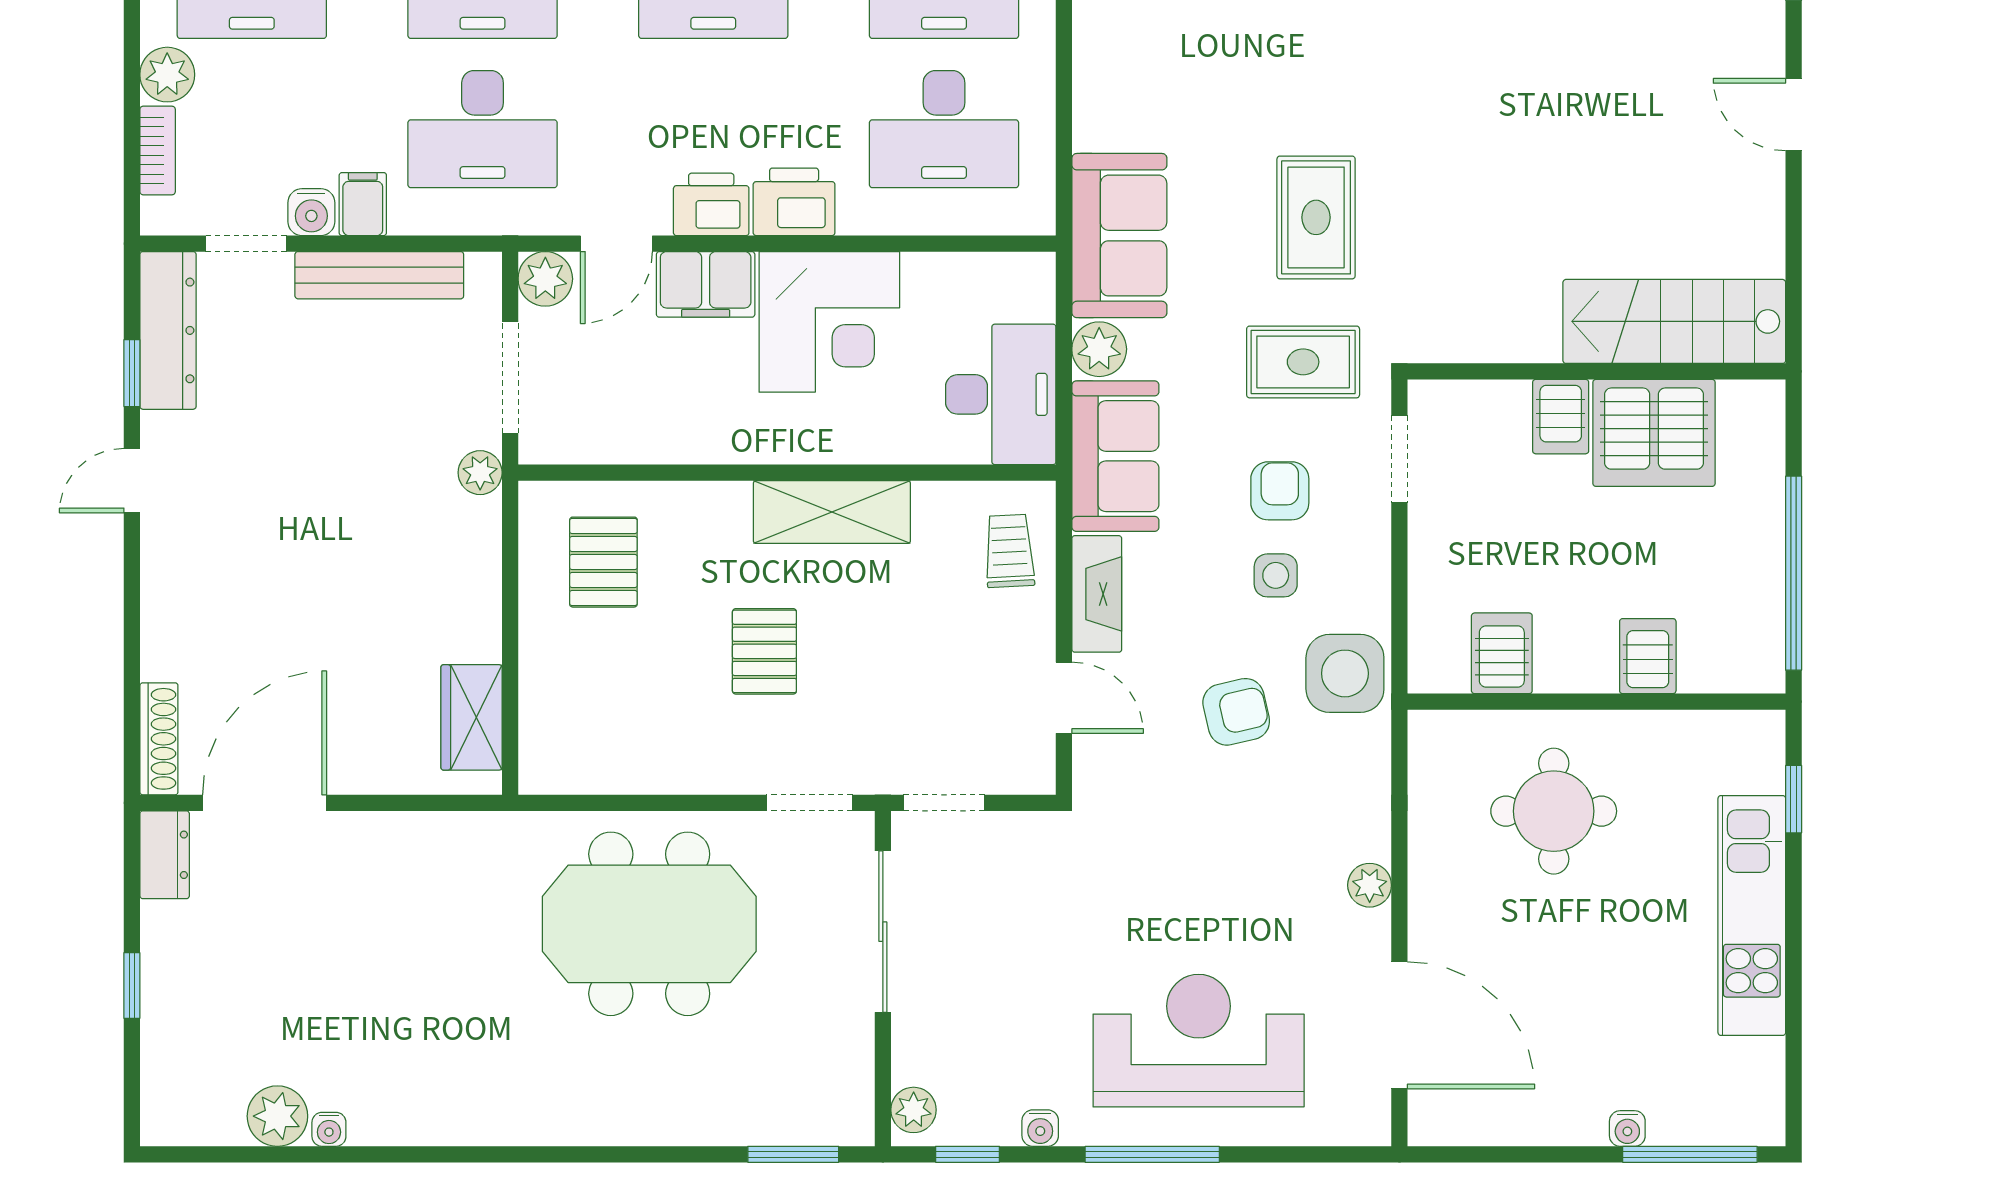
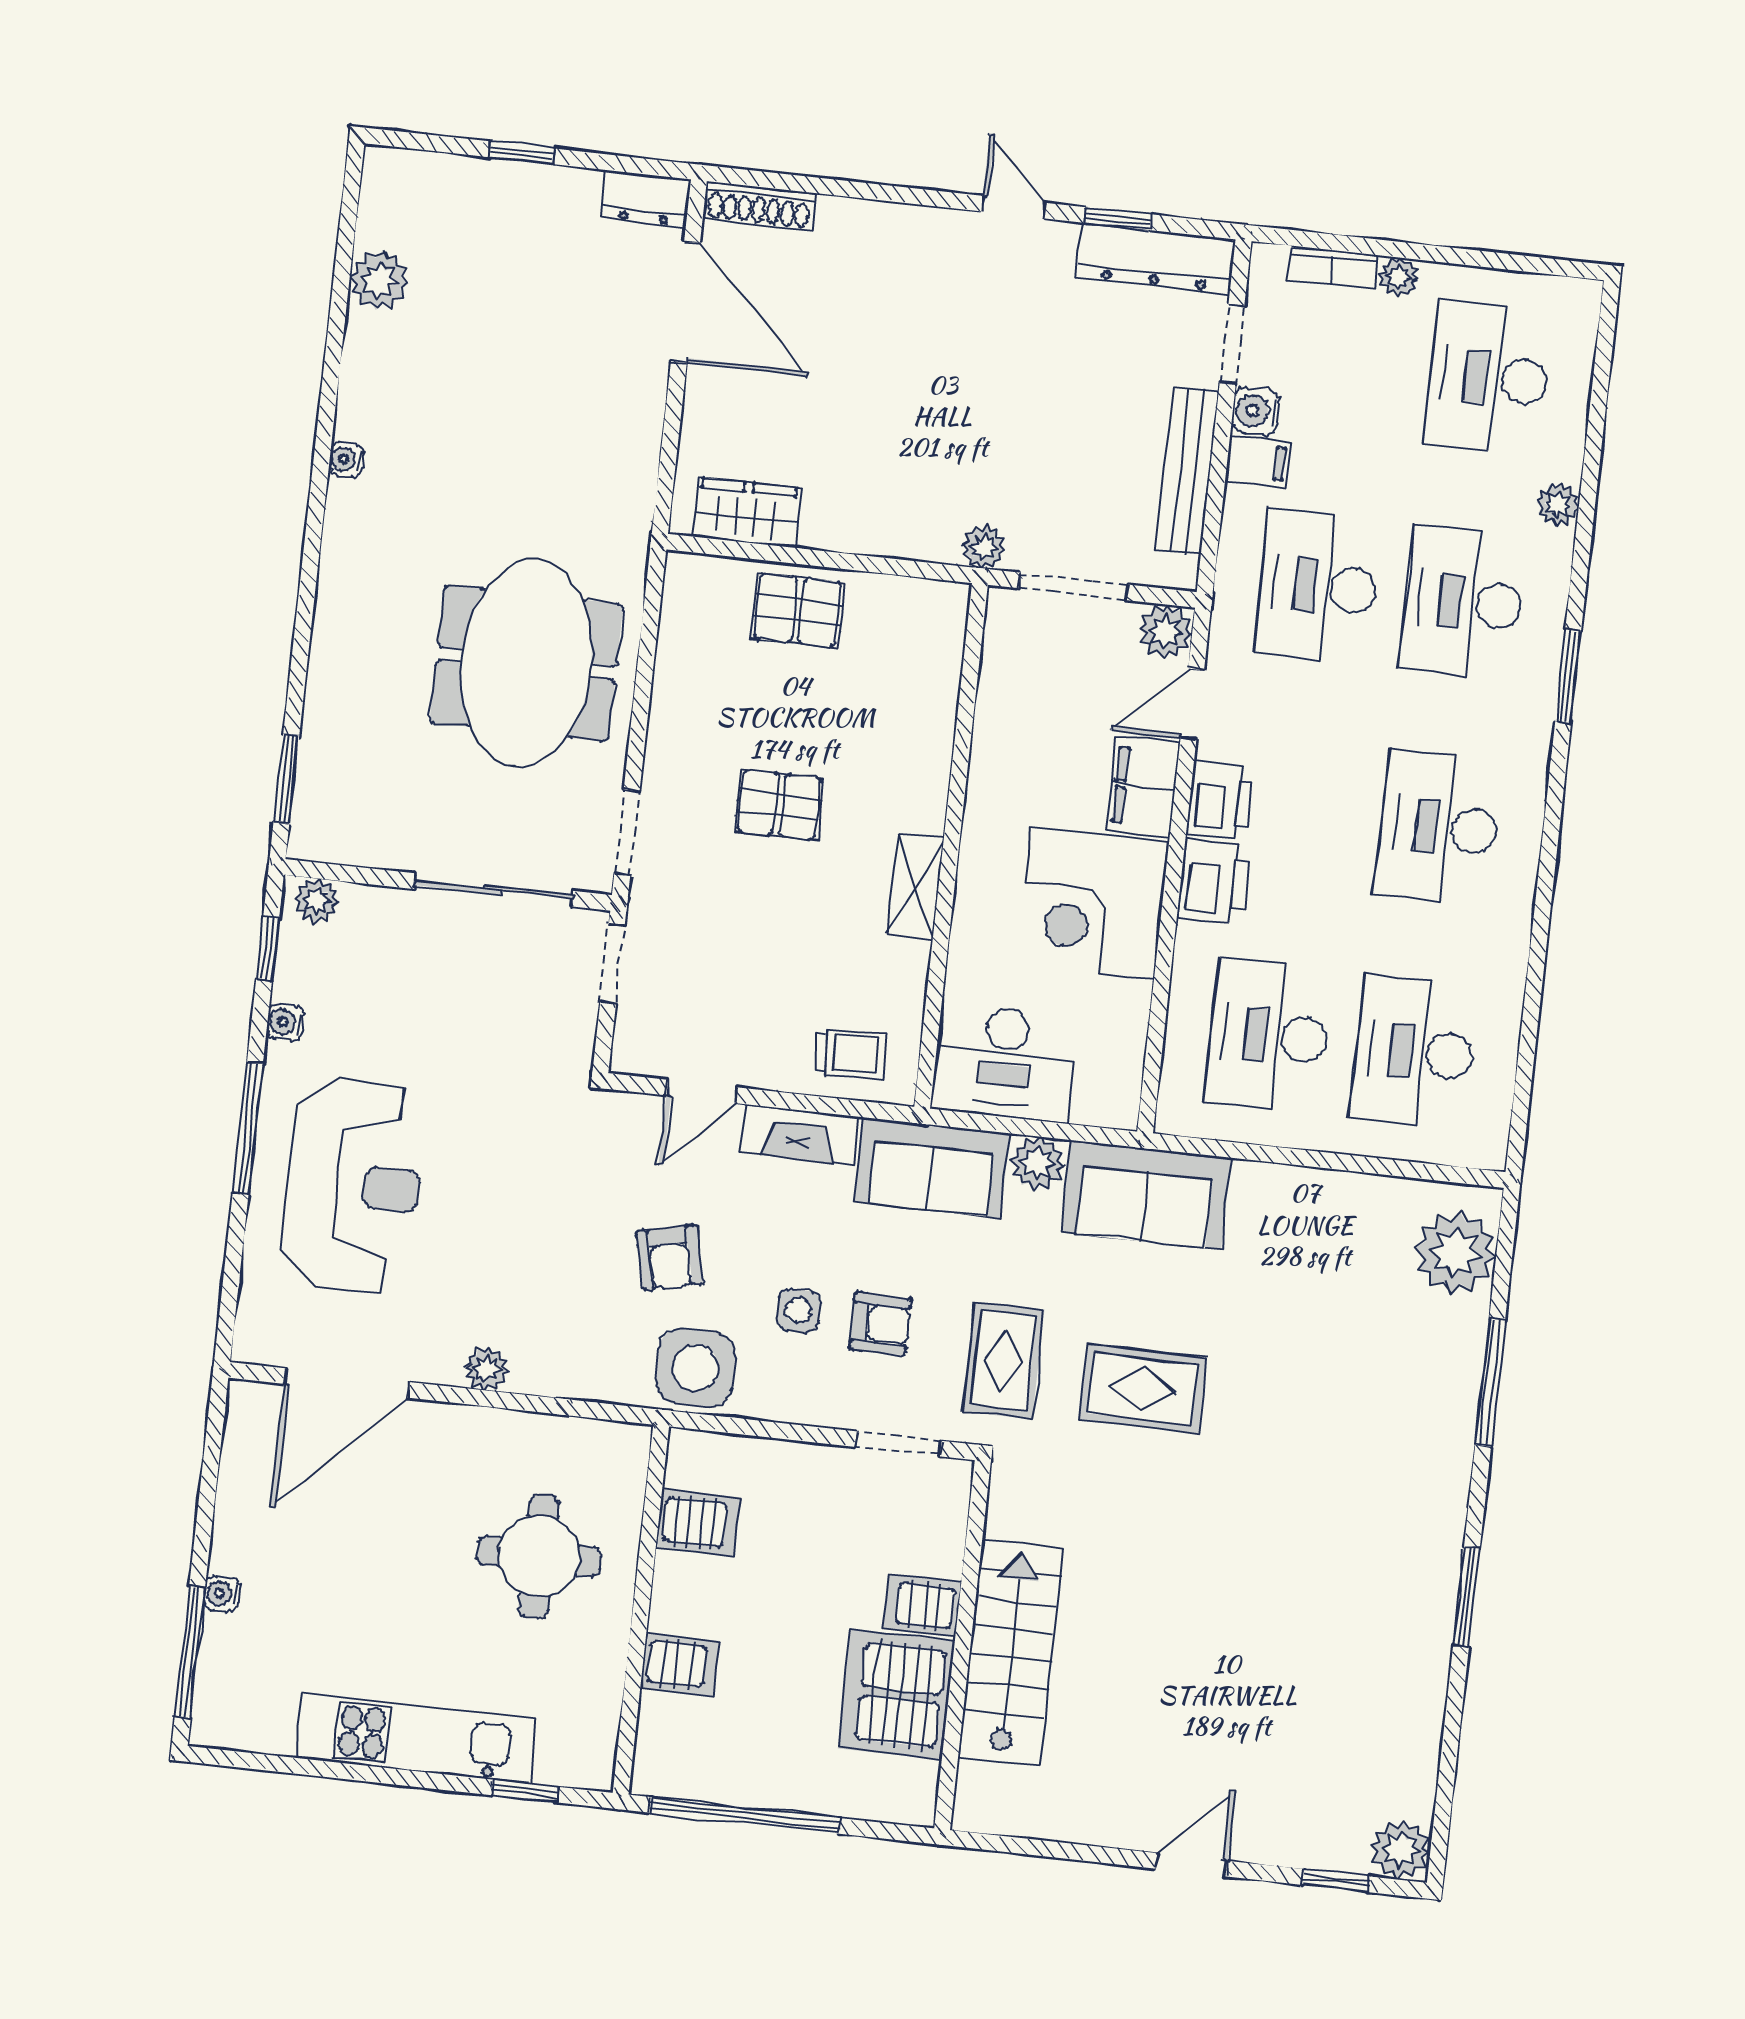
plant: (167, 75) -> (1399, 277), width x0.73, depth x0.73
door: (616, 244) -> (1192, 704), hinge flipped
stairs: (1674, 321) -> (1011, 1653), moved
shelving: (832, 512) -> (915, 886), width x0.67, depth x0.75
pallet: (603, 562) -> (798, 610), moved
water cooler: (329, 1129) -> (346, 459), moved

